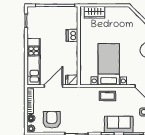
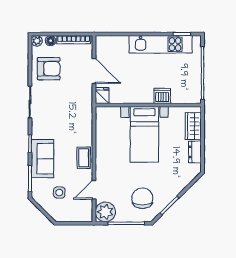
dresser: (114, 11) -> (195, 152), added
kitchen unit: (34, 62) -> (161, 44), moved
bed with nightstands: (109, 64) -> (144, 134), moved, turned 90
coffee table: (107, 96) -> (84, 158), moved

